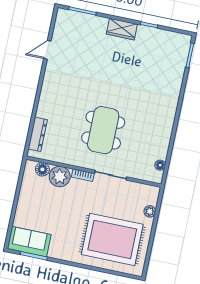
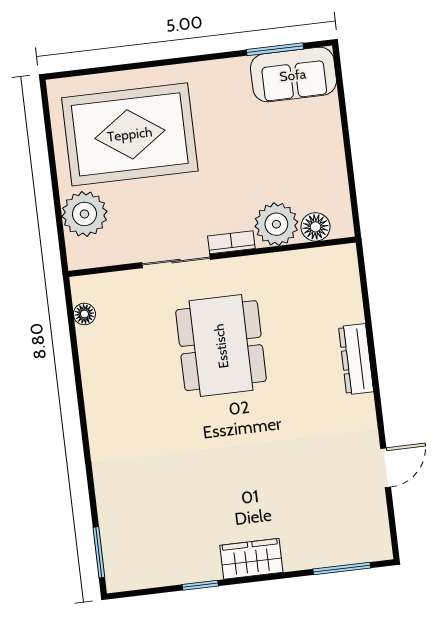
dresser: (38, 134) -> (356, 359), moved
plant: (150, 211) -> (84, 214), width x1.88, depth x1.88

